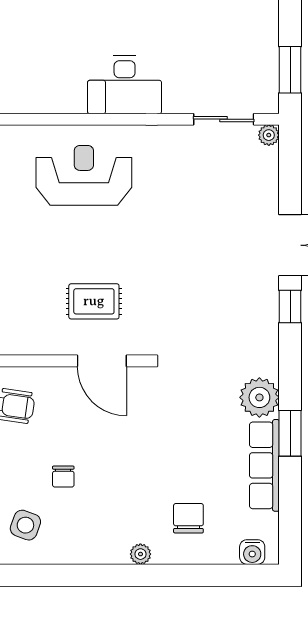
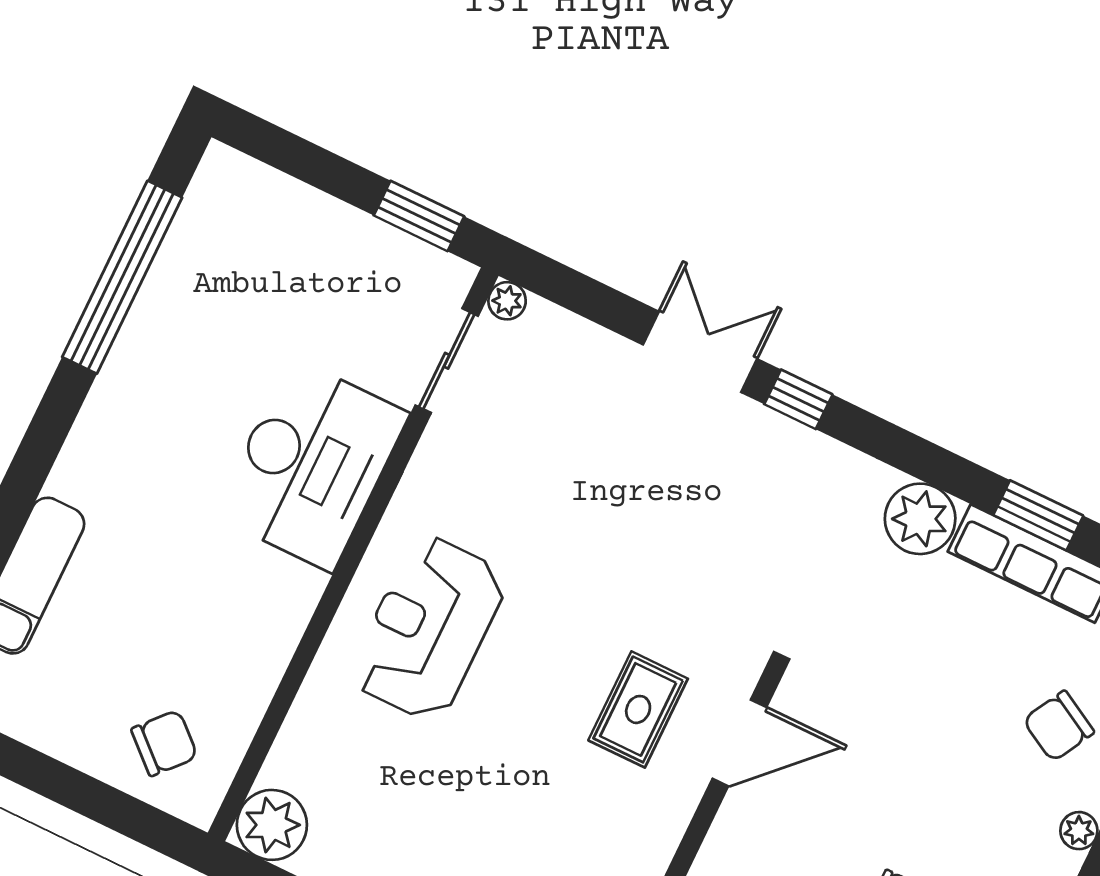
desk: (125, 85) -> (311, 465), width x1.36, depth x1.30
window: (290, 433) -> (1038, 515), moved
chair: (188, 518) -> (1059, 726), turned -61

